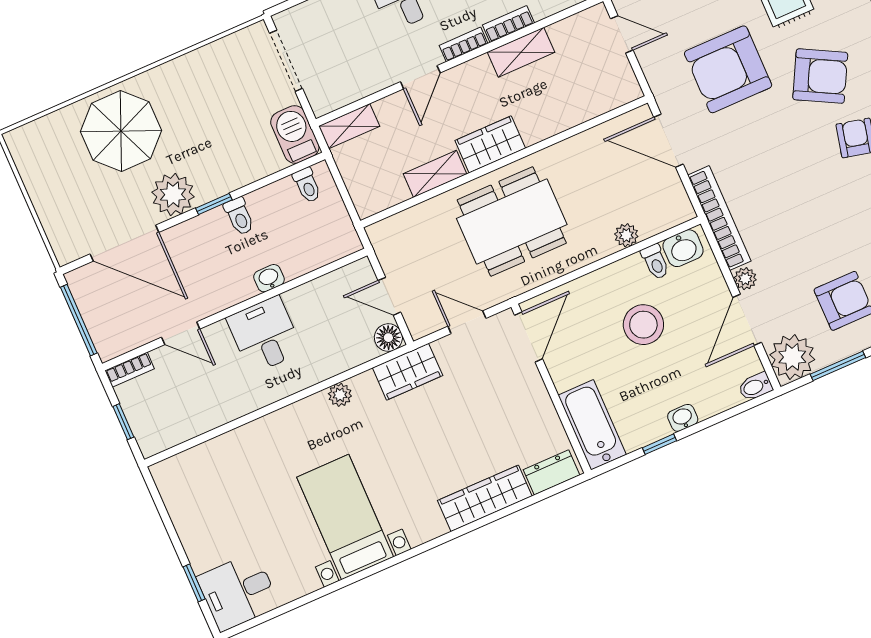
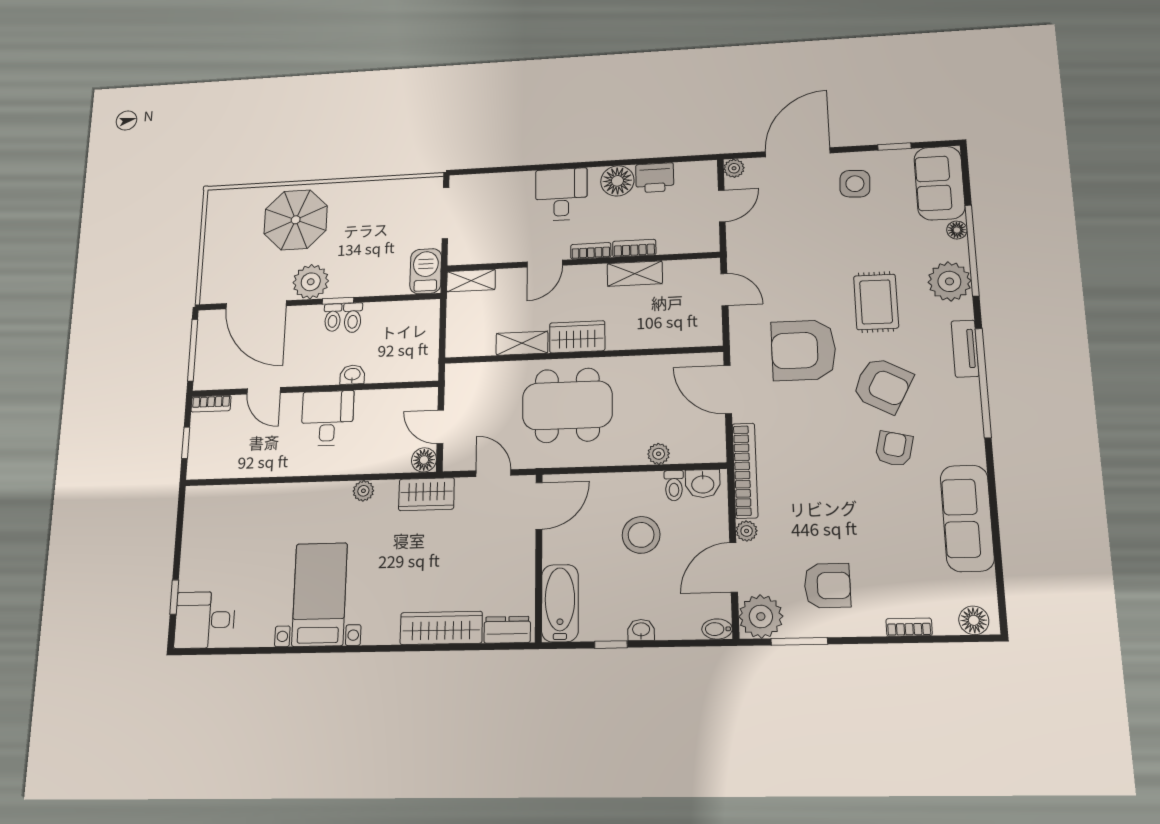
toilet: (307, 185) -> (333, 318), moved

